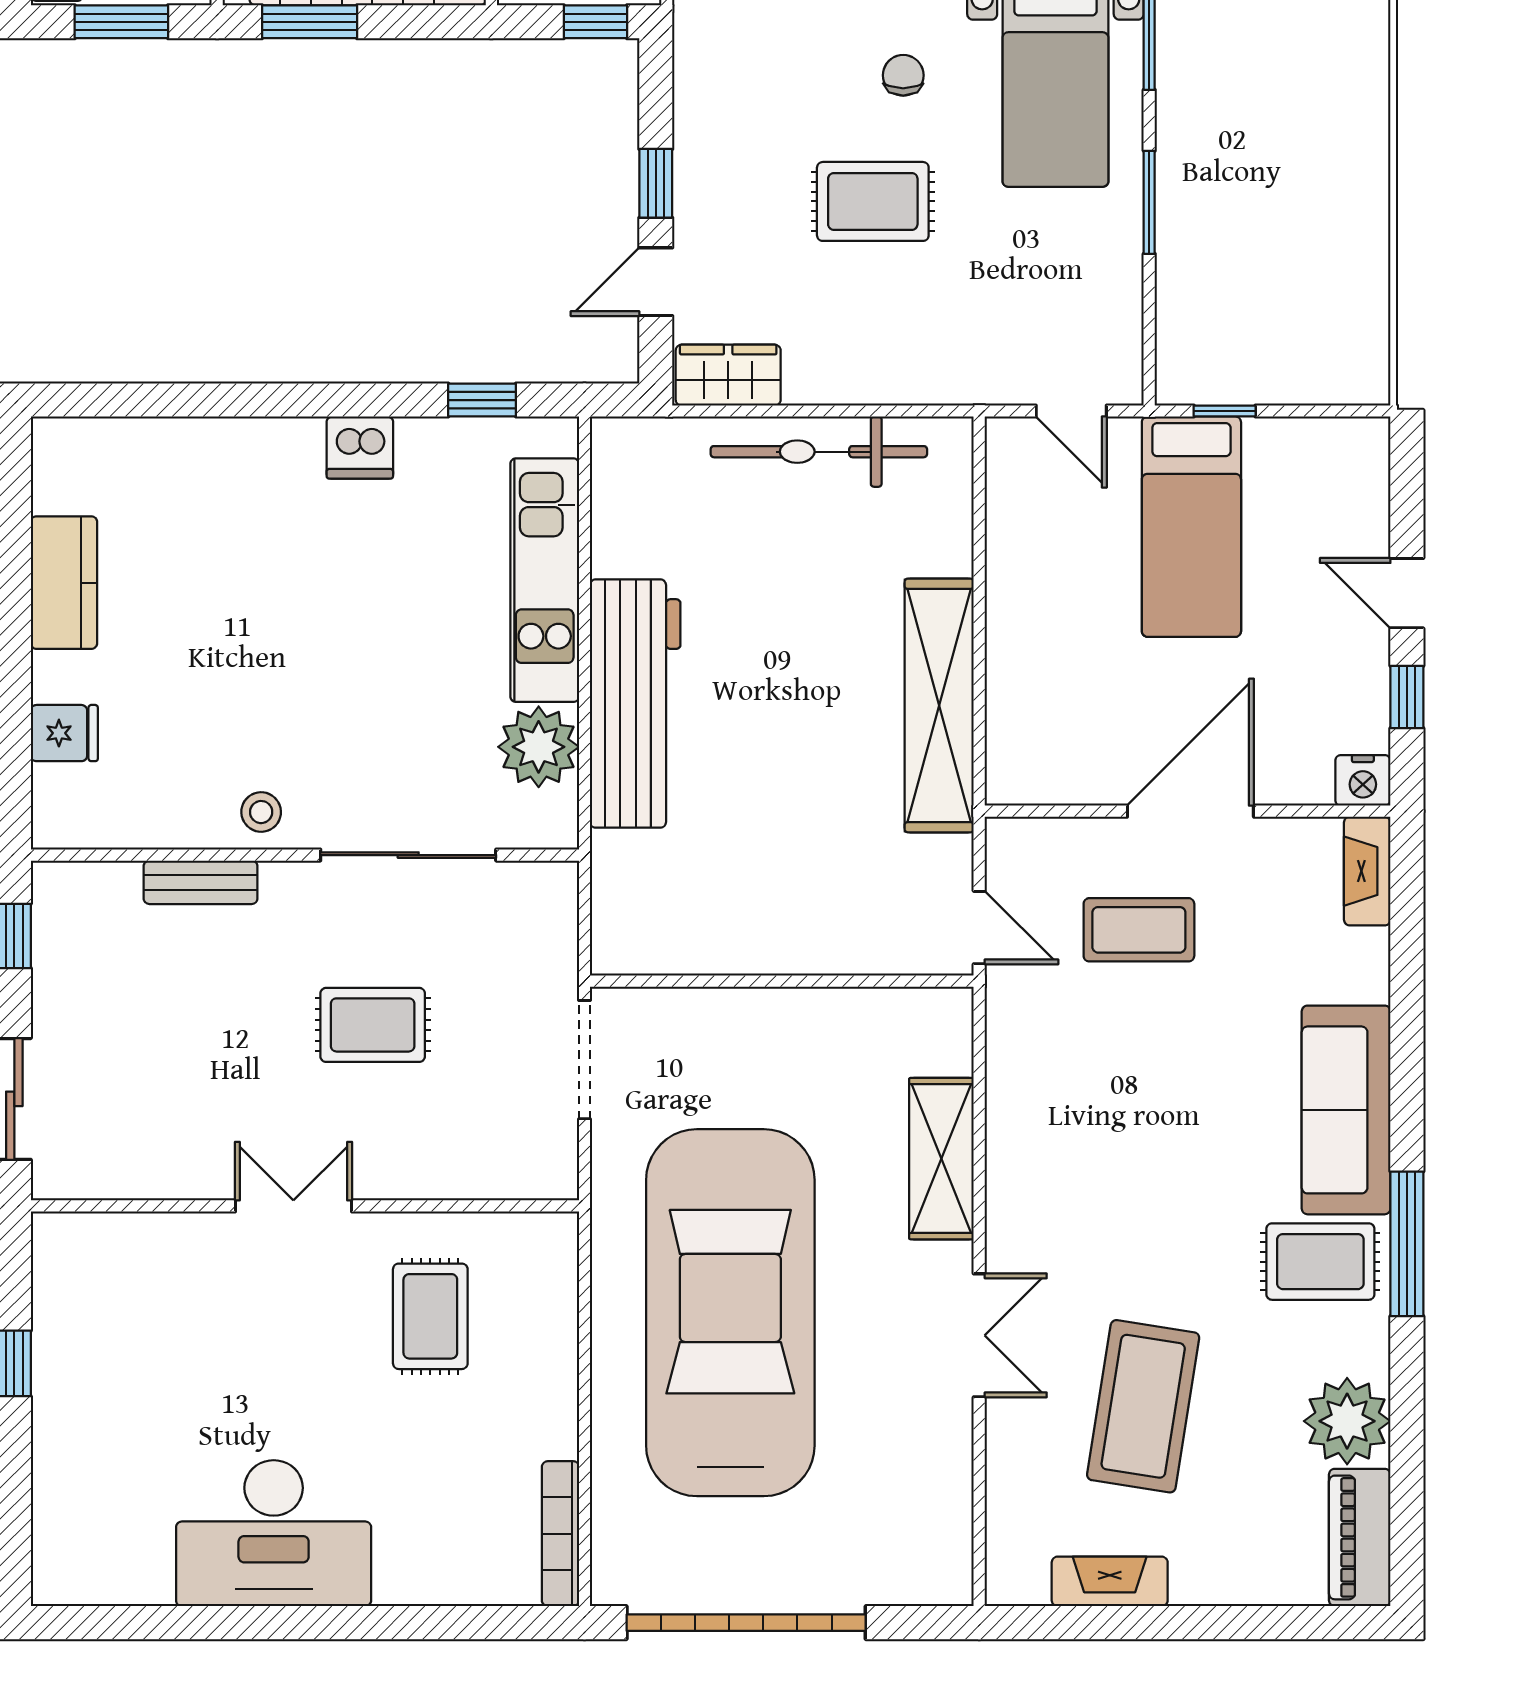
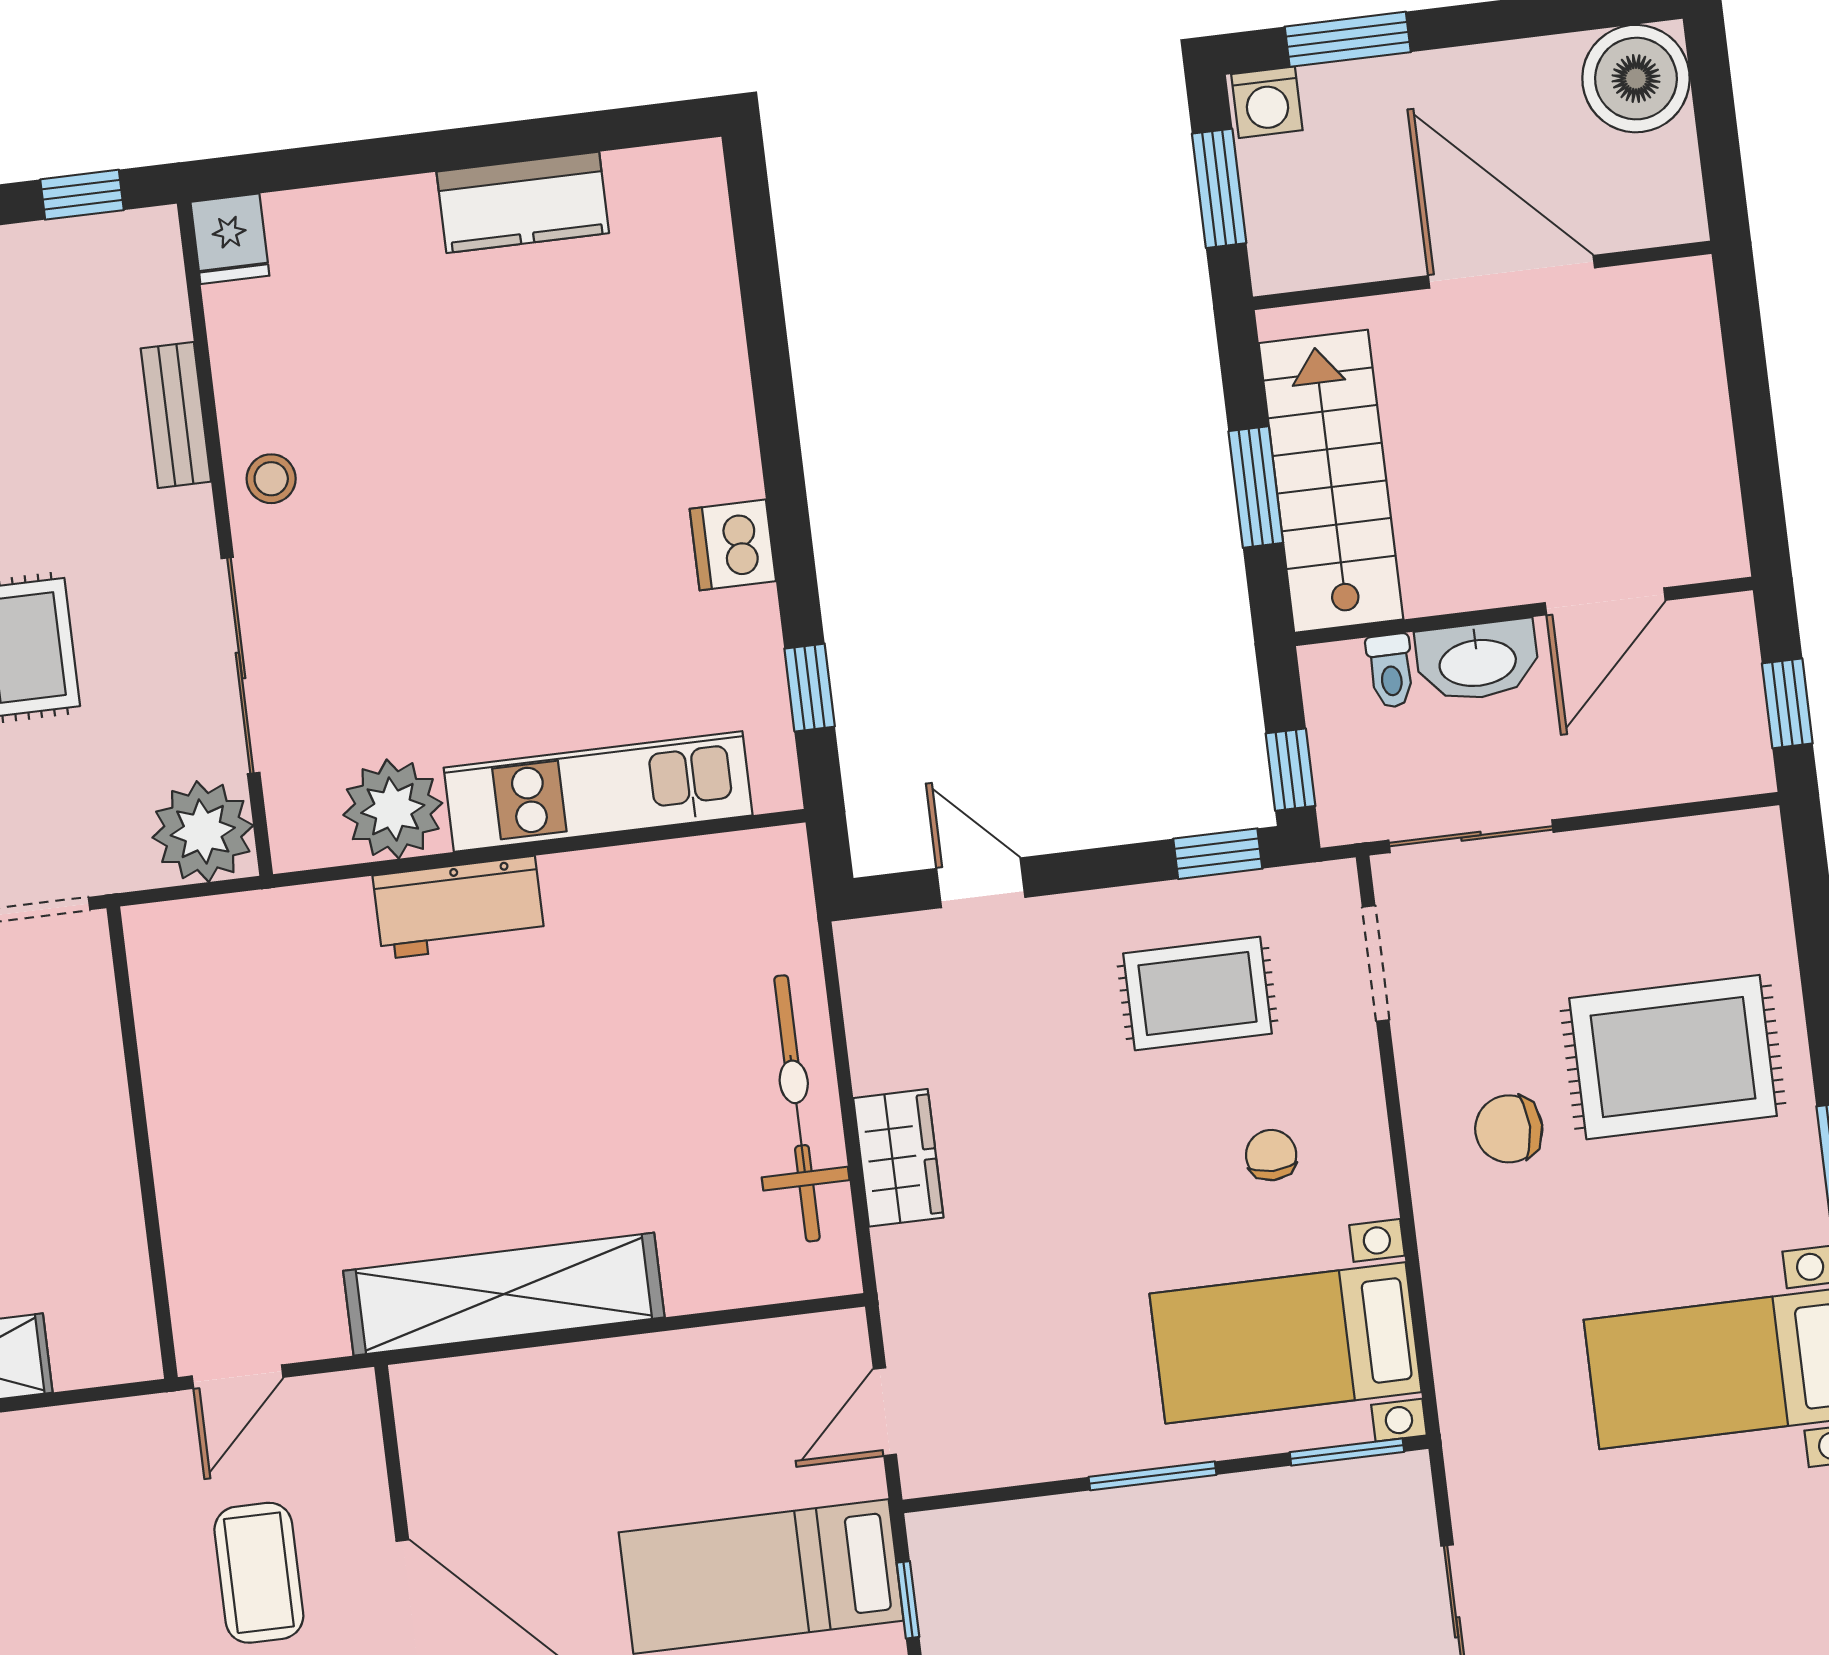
window: (310, 22) -> (1256, 487), moved
chair: (903, 75) -> (1271, 1155), turned -90
window: (656, 183) -> (1218, 854), moved
rug: (873, 201) -> (1198, 993), moved, turned 90
wardrobe: (728, 375) -> (898, 1158), moved
workbench: (635, 704) -> (459, 908), width x0.53, depth x0.76
fridge: (64, 733) -> (230, 239), moved
plant: (538, 902) -> (203, 832), added

